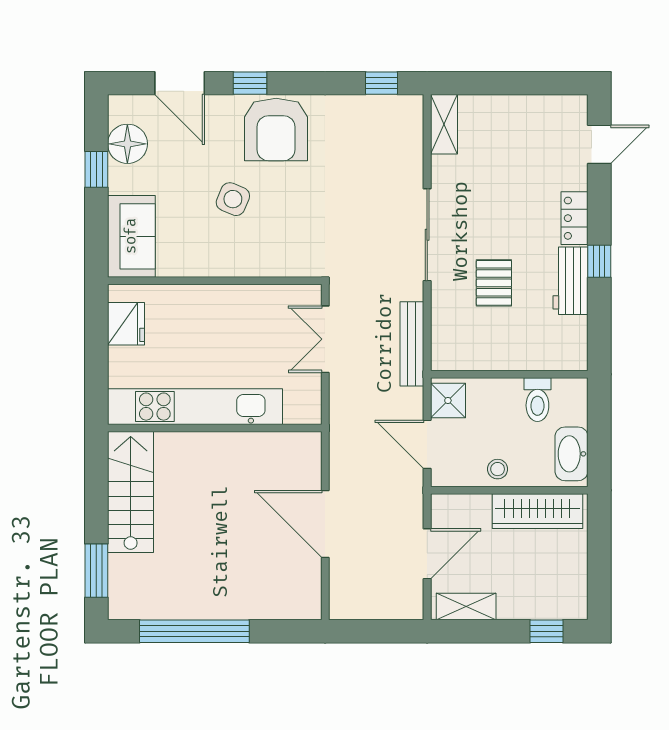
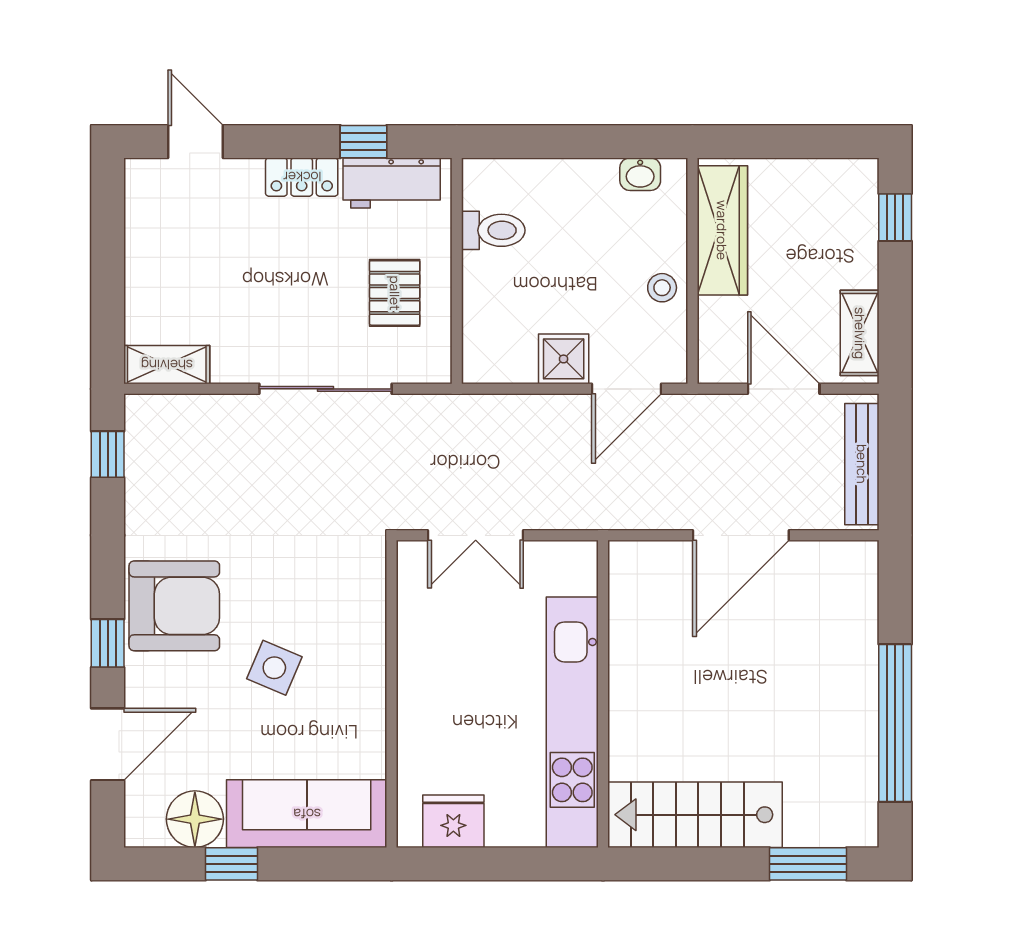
sofa: (131, 236) -> (307, 814), width x1.36
pallet: (494, 283) -> (395, 293), turned 90
bench: (412, 344) -> (862, 464), moved, turned 90
wall: (509, 374) -> (457, 271), moved
toilet: (537, 400) -> (493, 230), moved
washbasin: (572, 454) -> (640, 174), width x0.52, depth x0.69

